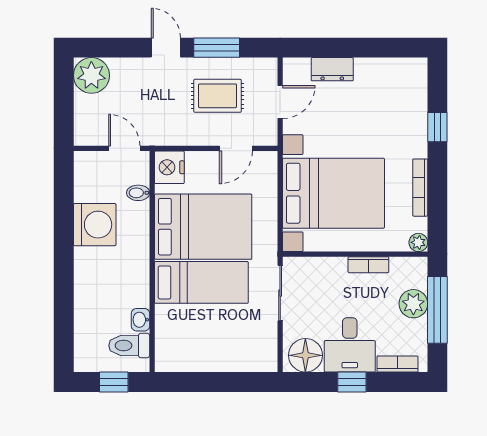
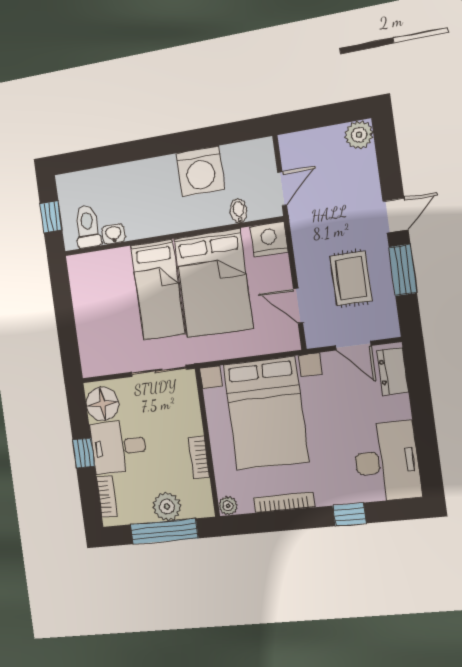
dresser: (332, 69) -> (393, 371), moved
plant: (91, 75) -> (359, 135), width x0.73, depth x0.73
desk: (391, 86) -> (387, 462), added

